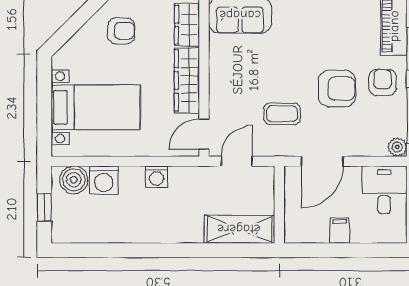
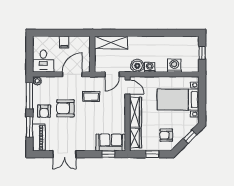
window: (70, 28) -> (190, 137), added
door: (204, 134) -> (128, 87), hinge flipped
boiler: (74, 180) -> (137, 66), moved

